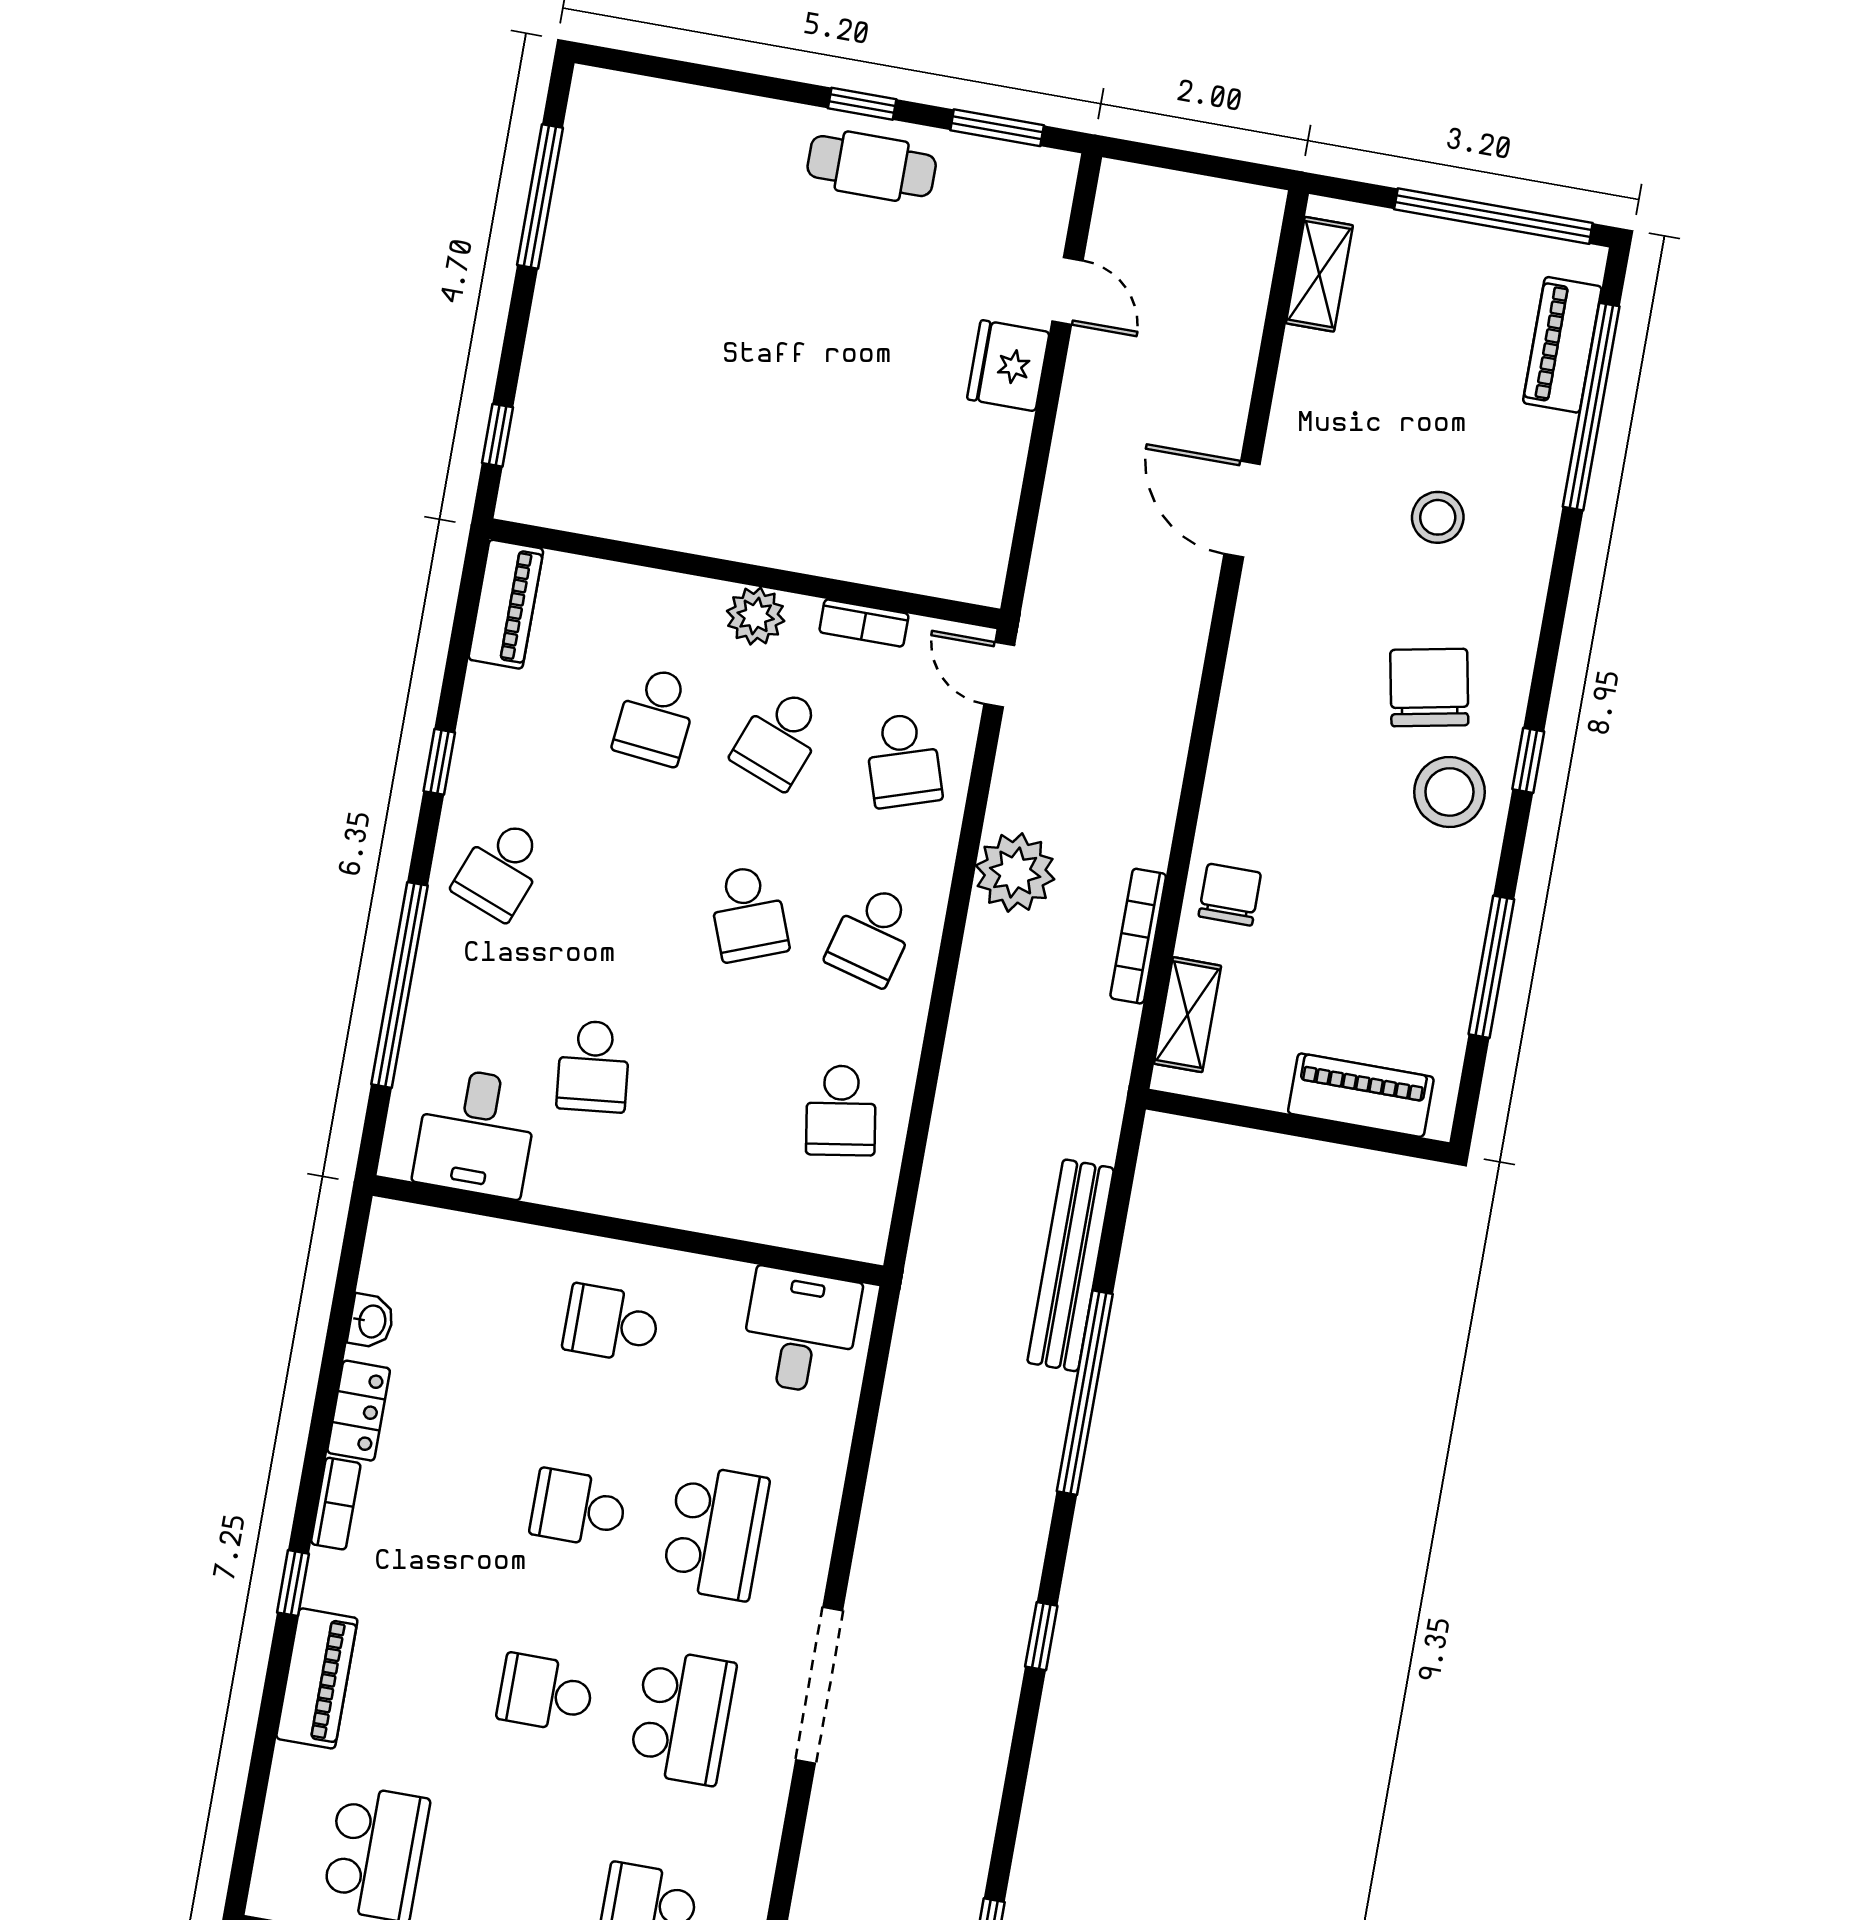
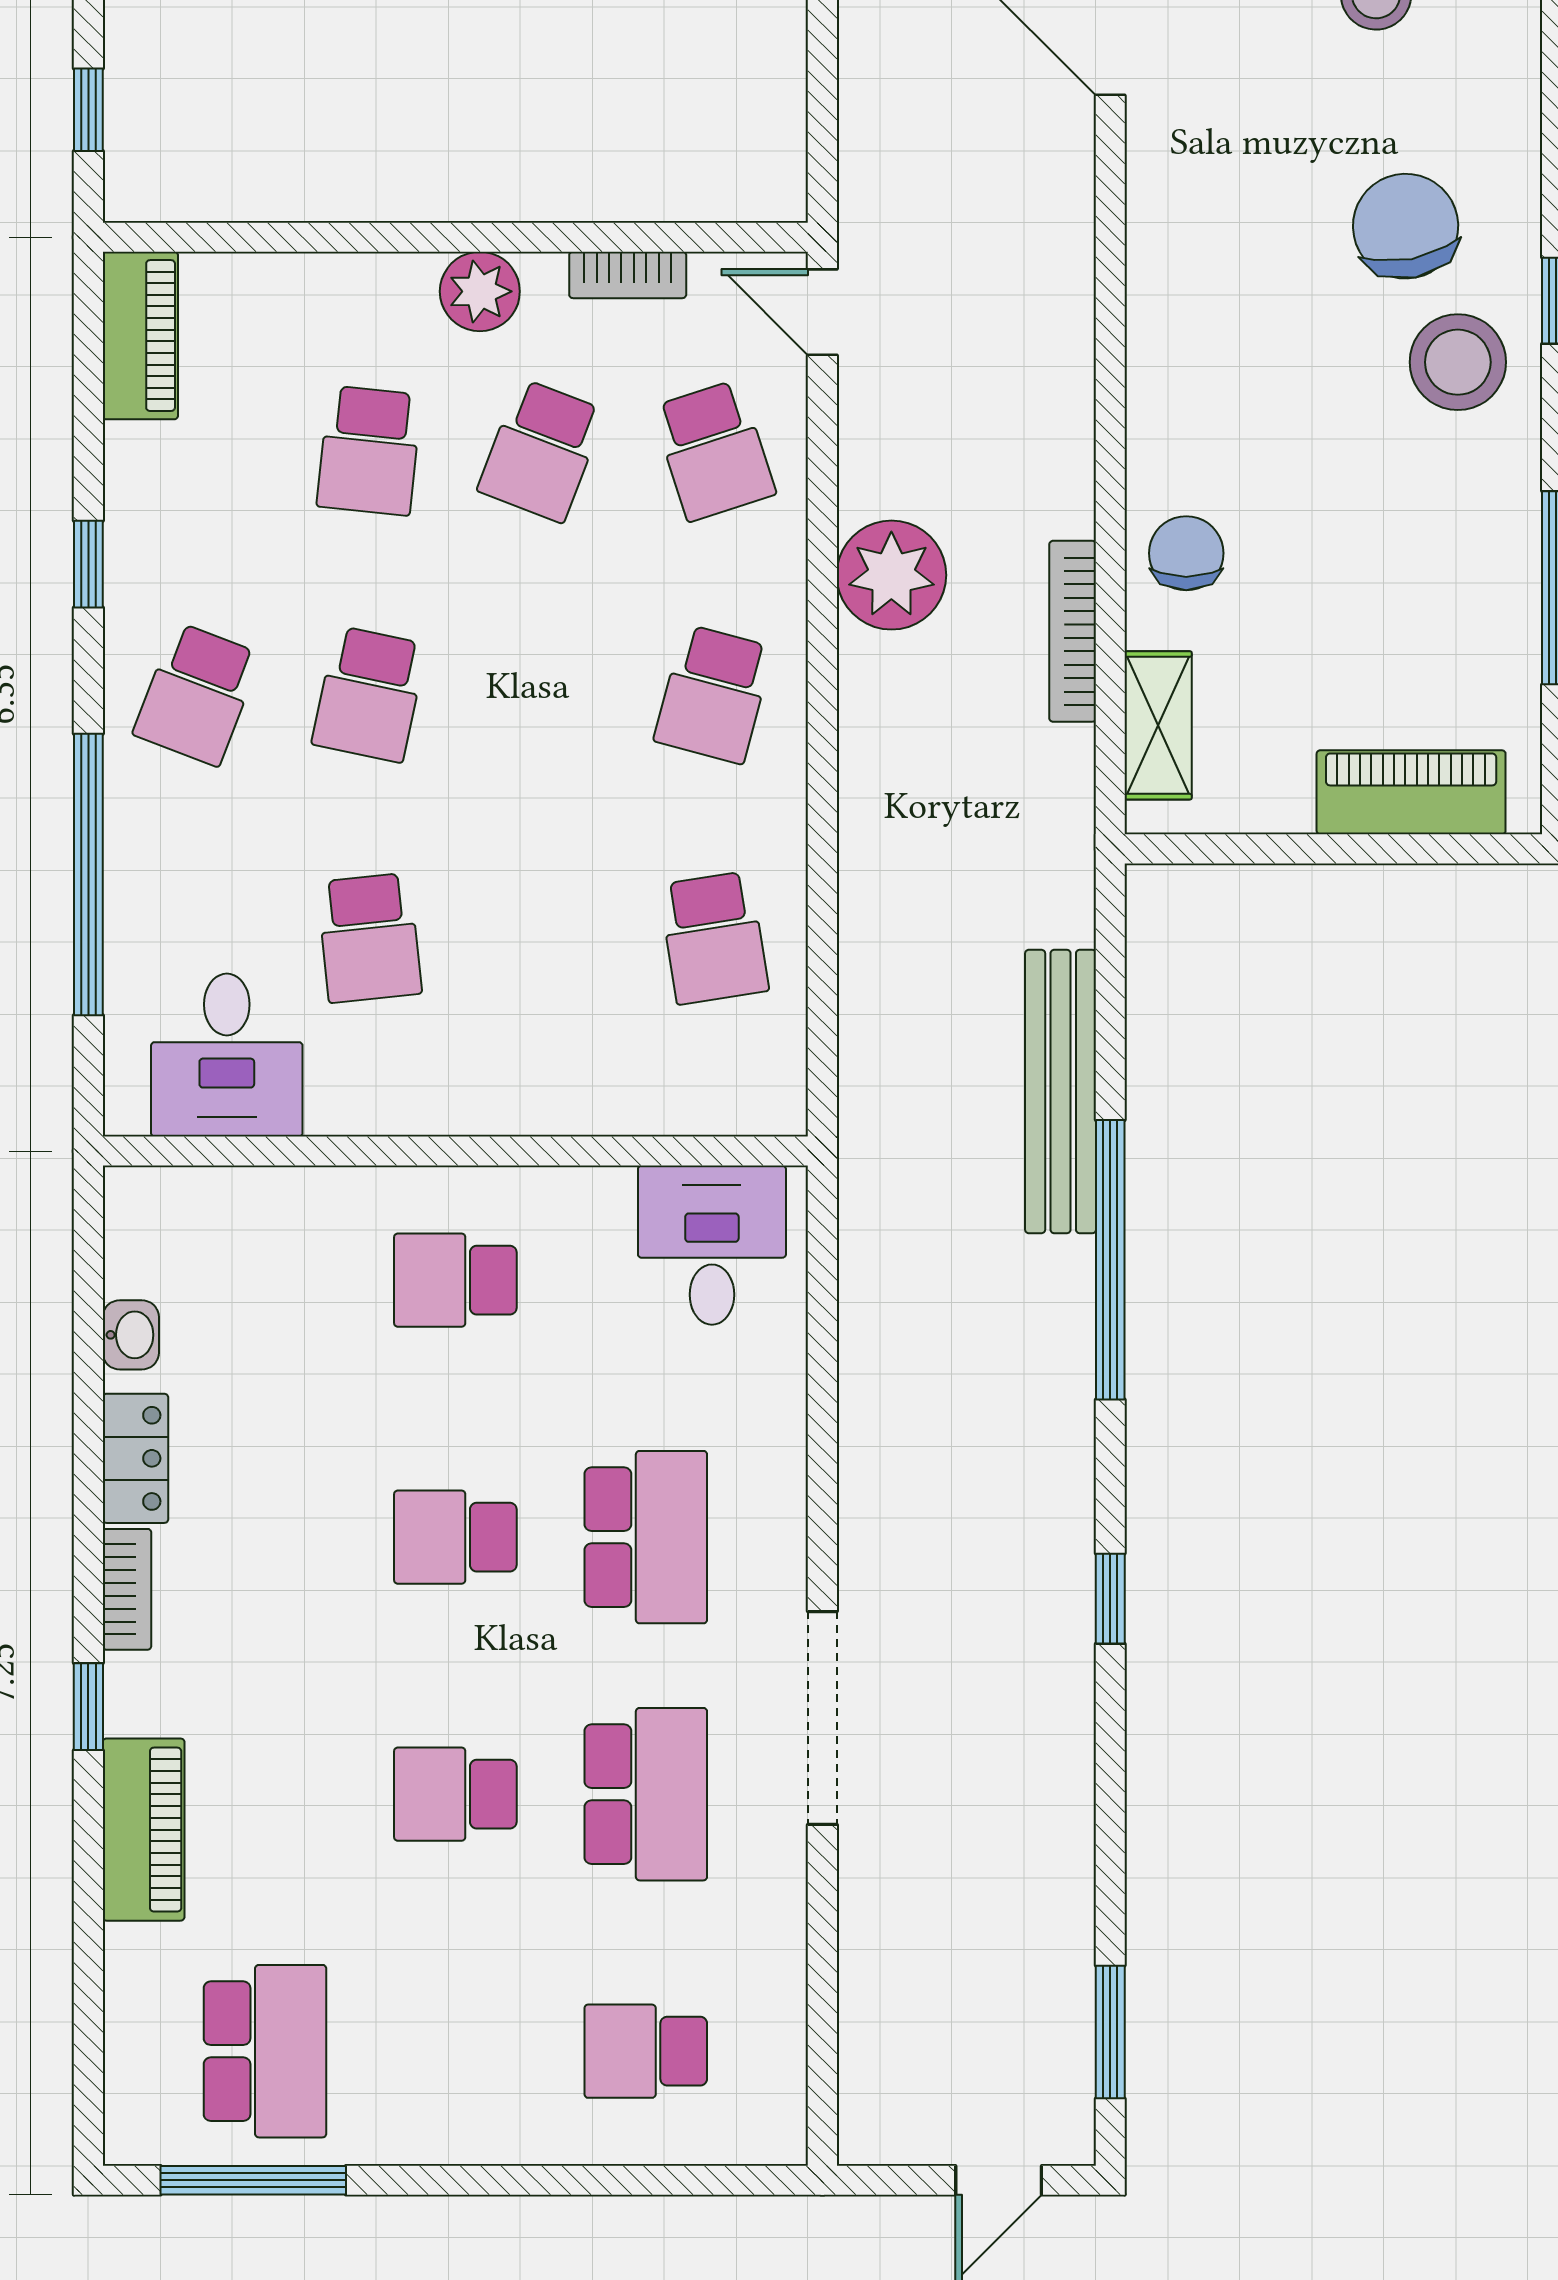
school desk: (748, 913) -> (369, 694), moved, turned 33

